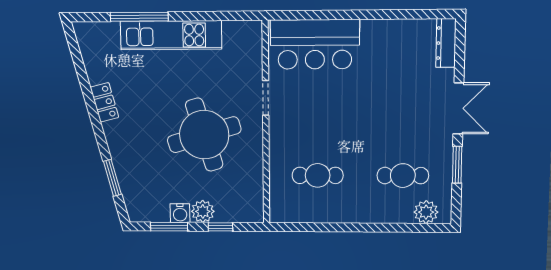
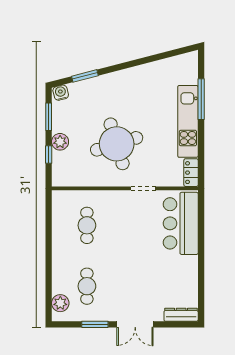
locker: (104, 102) -> (191, 173), moved, turned 104
water cooler: (180, 213) -> (61, 93), moved, turned 76

